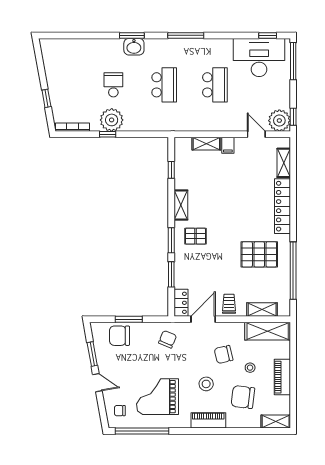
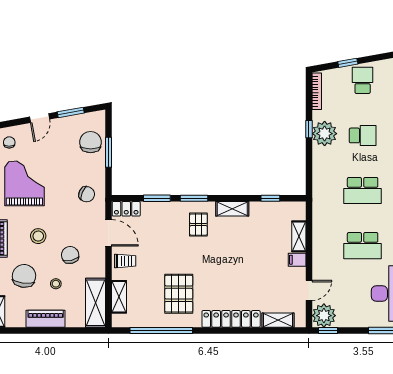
school desk: (63, 85) -> (363, 80), added

